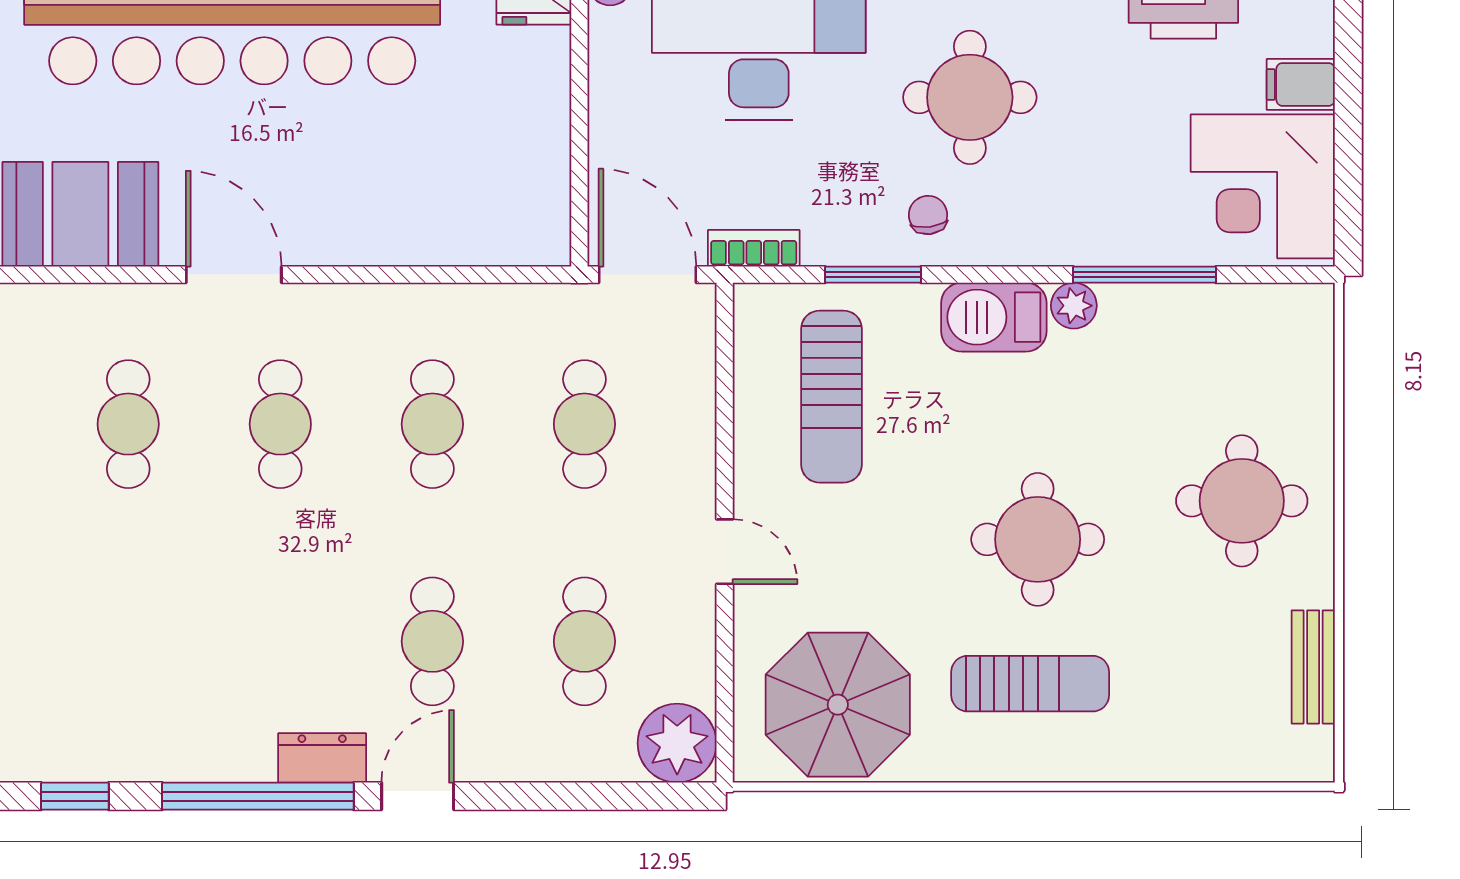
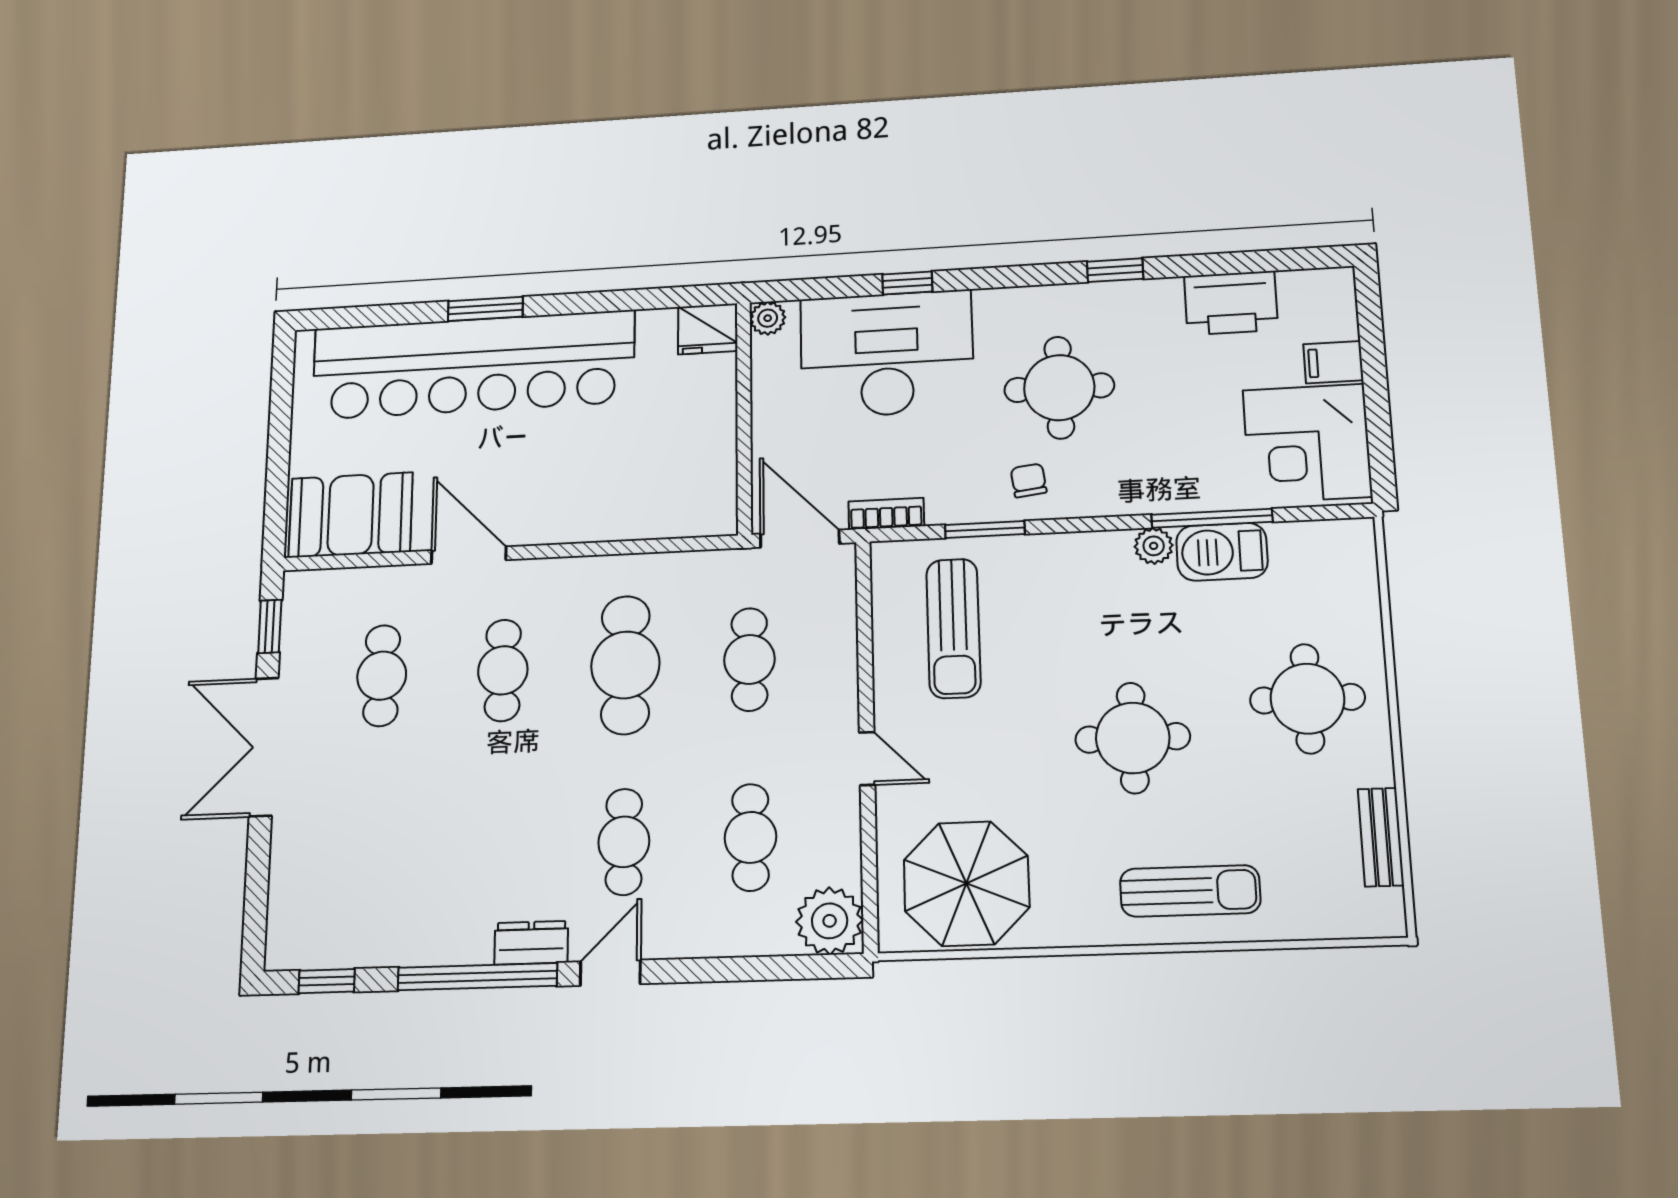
barbecue: (994, 317) -> (1222, 552), moved
cafe table: (432, 424) -> (625, 665), width x1.37, depth x1.35
sun lounger: (1030, 684) -> (1190, 891), moved

